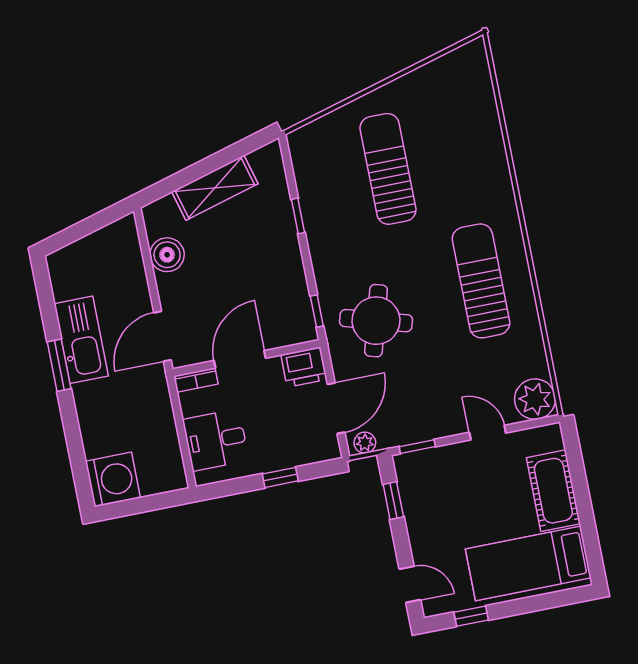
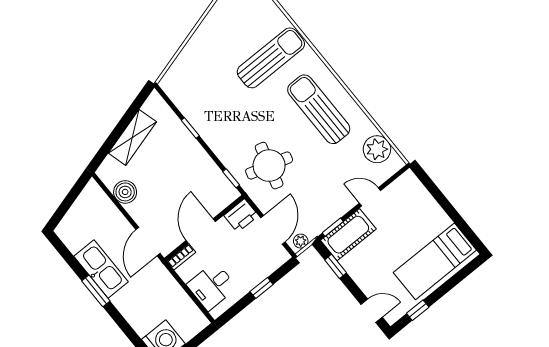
sun lounger: (388, 169) -> (271, 58), moved, turned 90
plant: (535, 399) -> (377, 149), moved
cot: (553, 491) -> (348, 235), moved, turned 90

